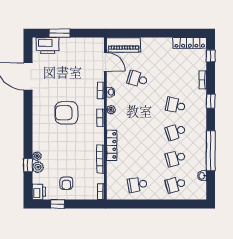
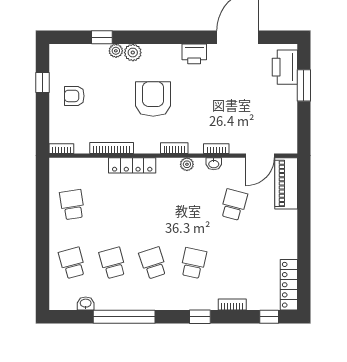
armchair: (66, 113) -> (153, 99), moved
plant: (38, 167) -> (133, 53), moved
printer: (39, 192) -> (194, 54), moved

